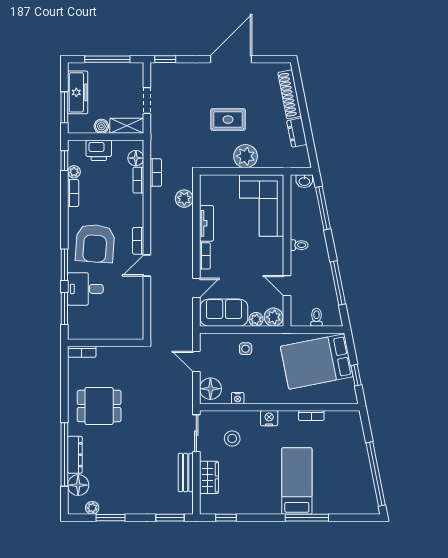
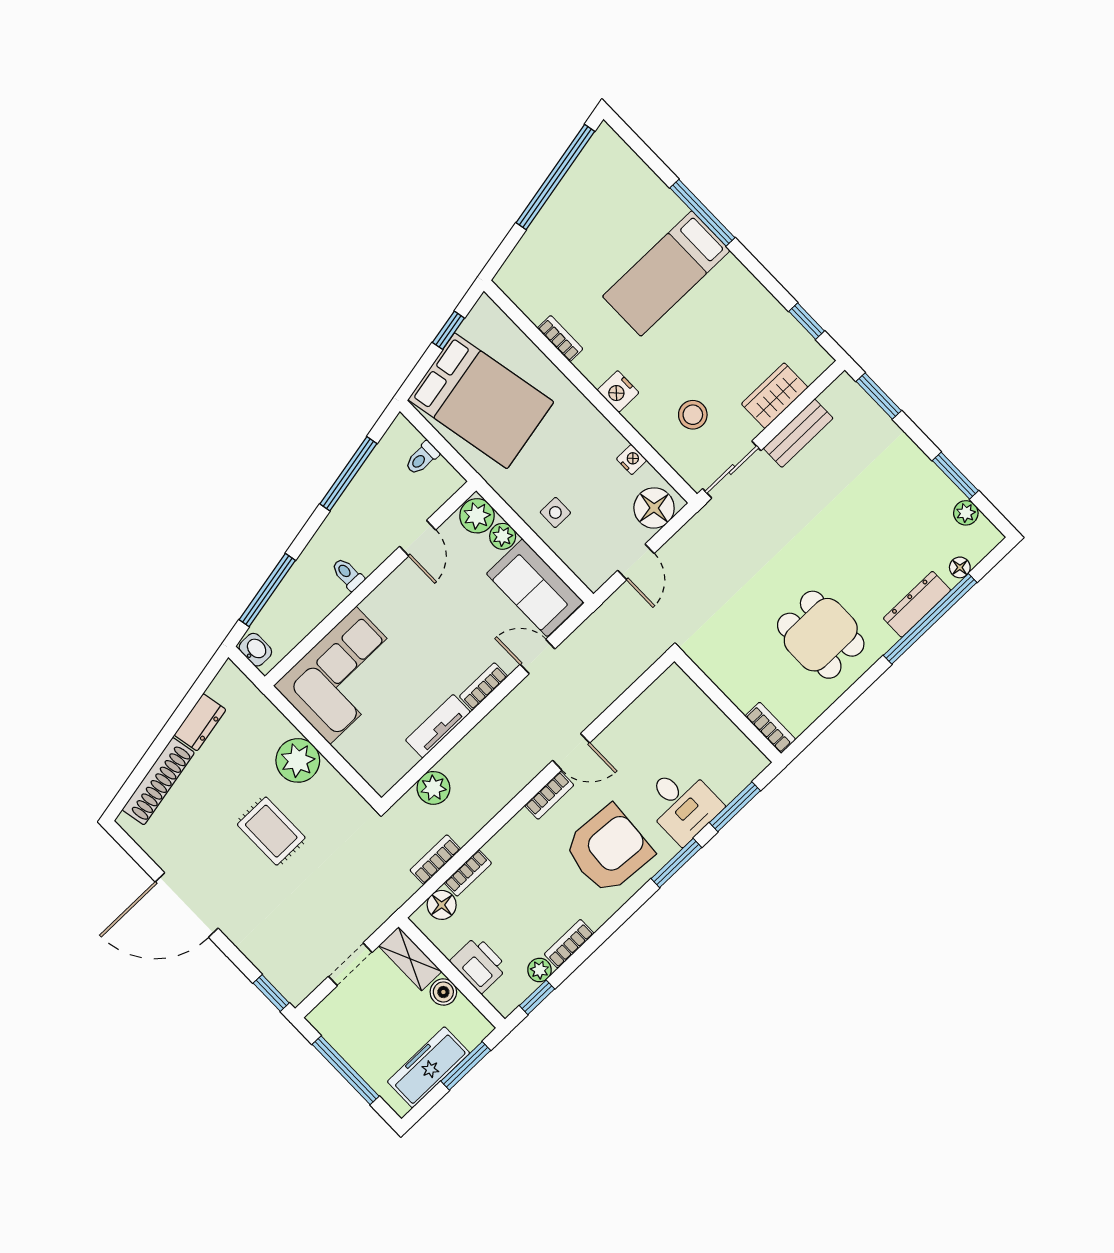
floor lamp: (78, 485) -> (960, 567), width x0.53, depth x0.53

